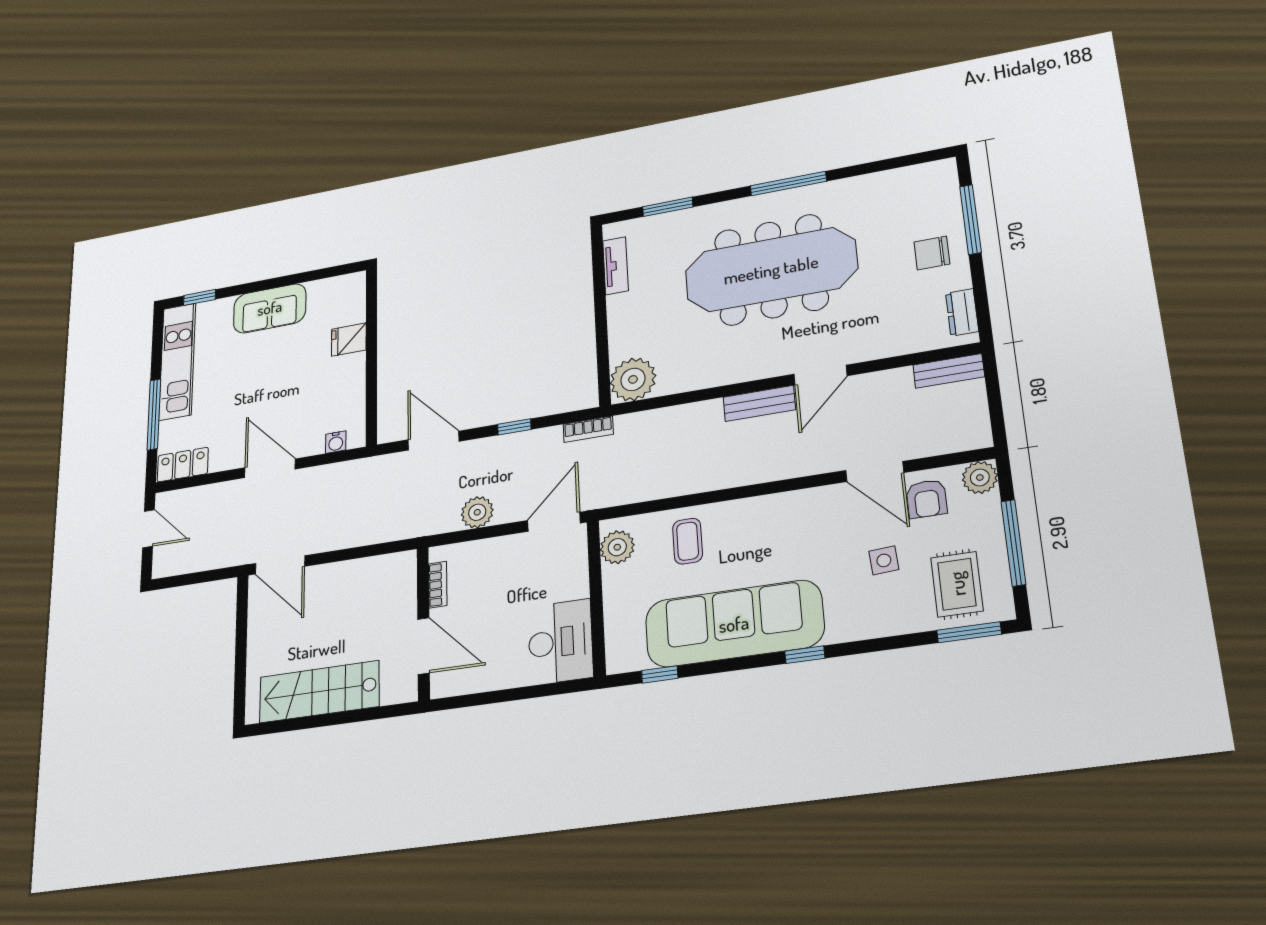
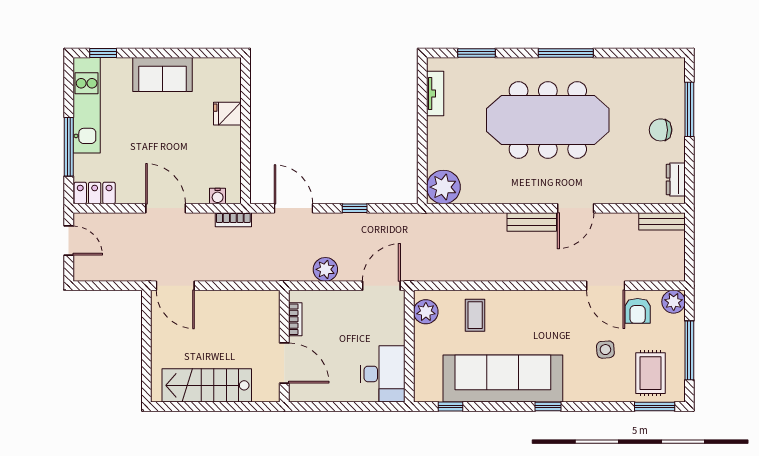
bookcase: (588, 429) -> (233, 220), moved

